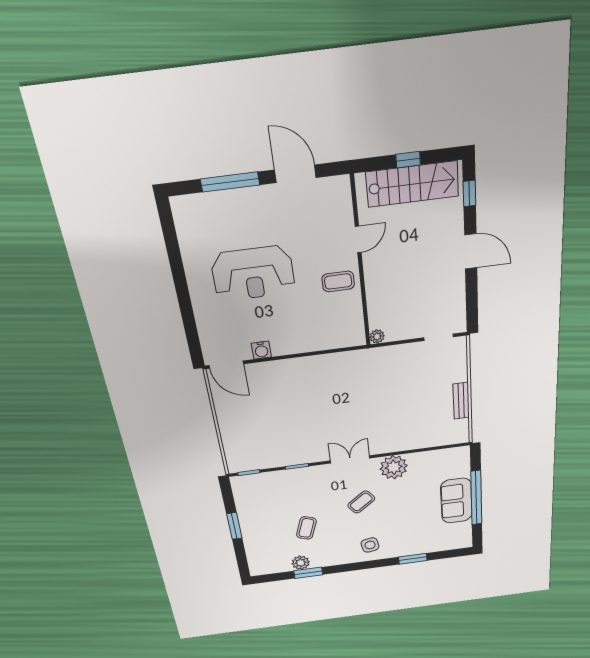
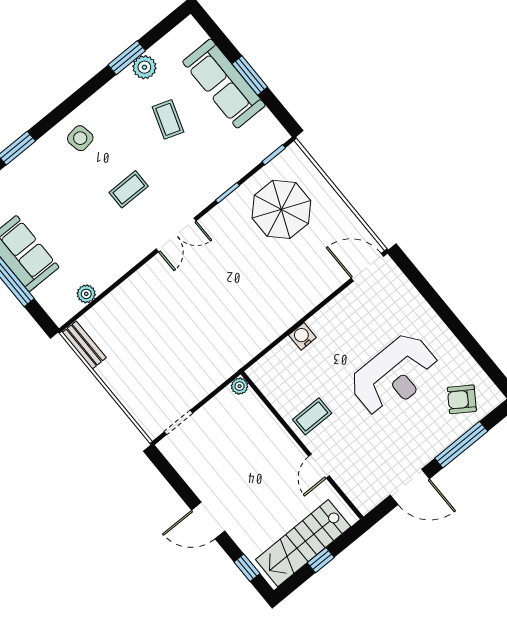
armchair: (208, 220) -> (462, 399), added
reception desk: (253, 274) -> (394, 375), turned 180
water cooler: (261, 350) -> (302, 336), moved
bench: (461, 401) -> (84, 345), moved
parasol: (266, 437) -> (281, 209), added
plant: (394, 467) -> (86, 294), moved, width x0.53, depth x0.53
coffee table: (361, 502) -> (129, 189), turned 37
sofa: (255, 530) -> (224, 84), added

